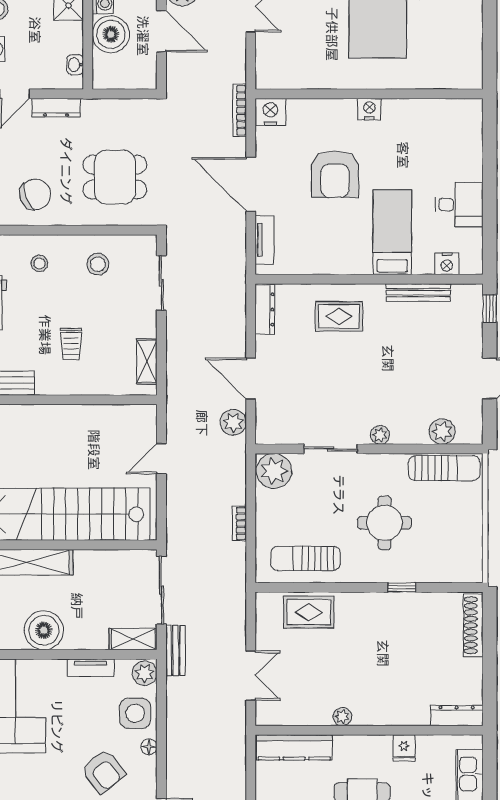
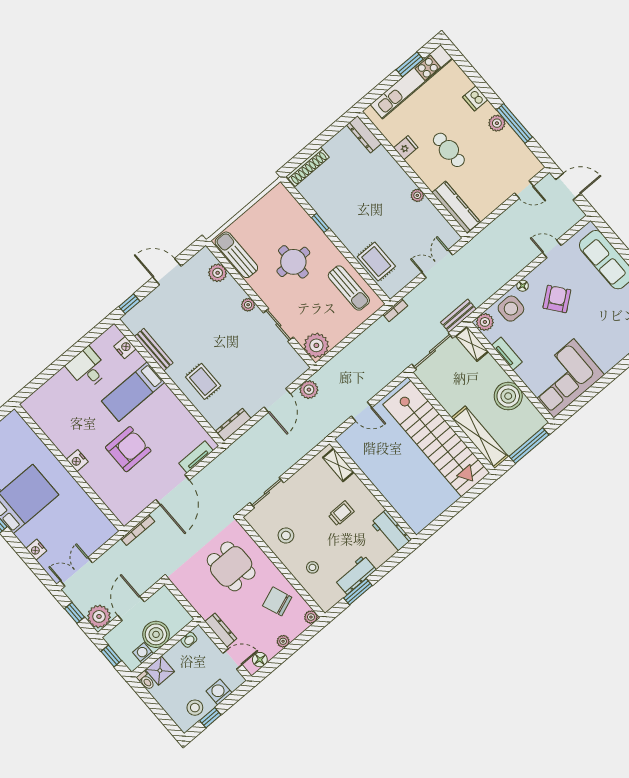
nightstand: (270, 112) -> (124, 513), removed
shelving: (147, 361) -> (338, 465), moved, turned 90
bookcase: (239, 524) -> (395, 310), moved

